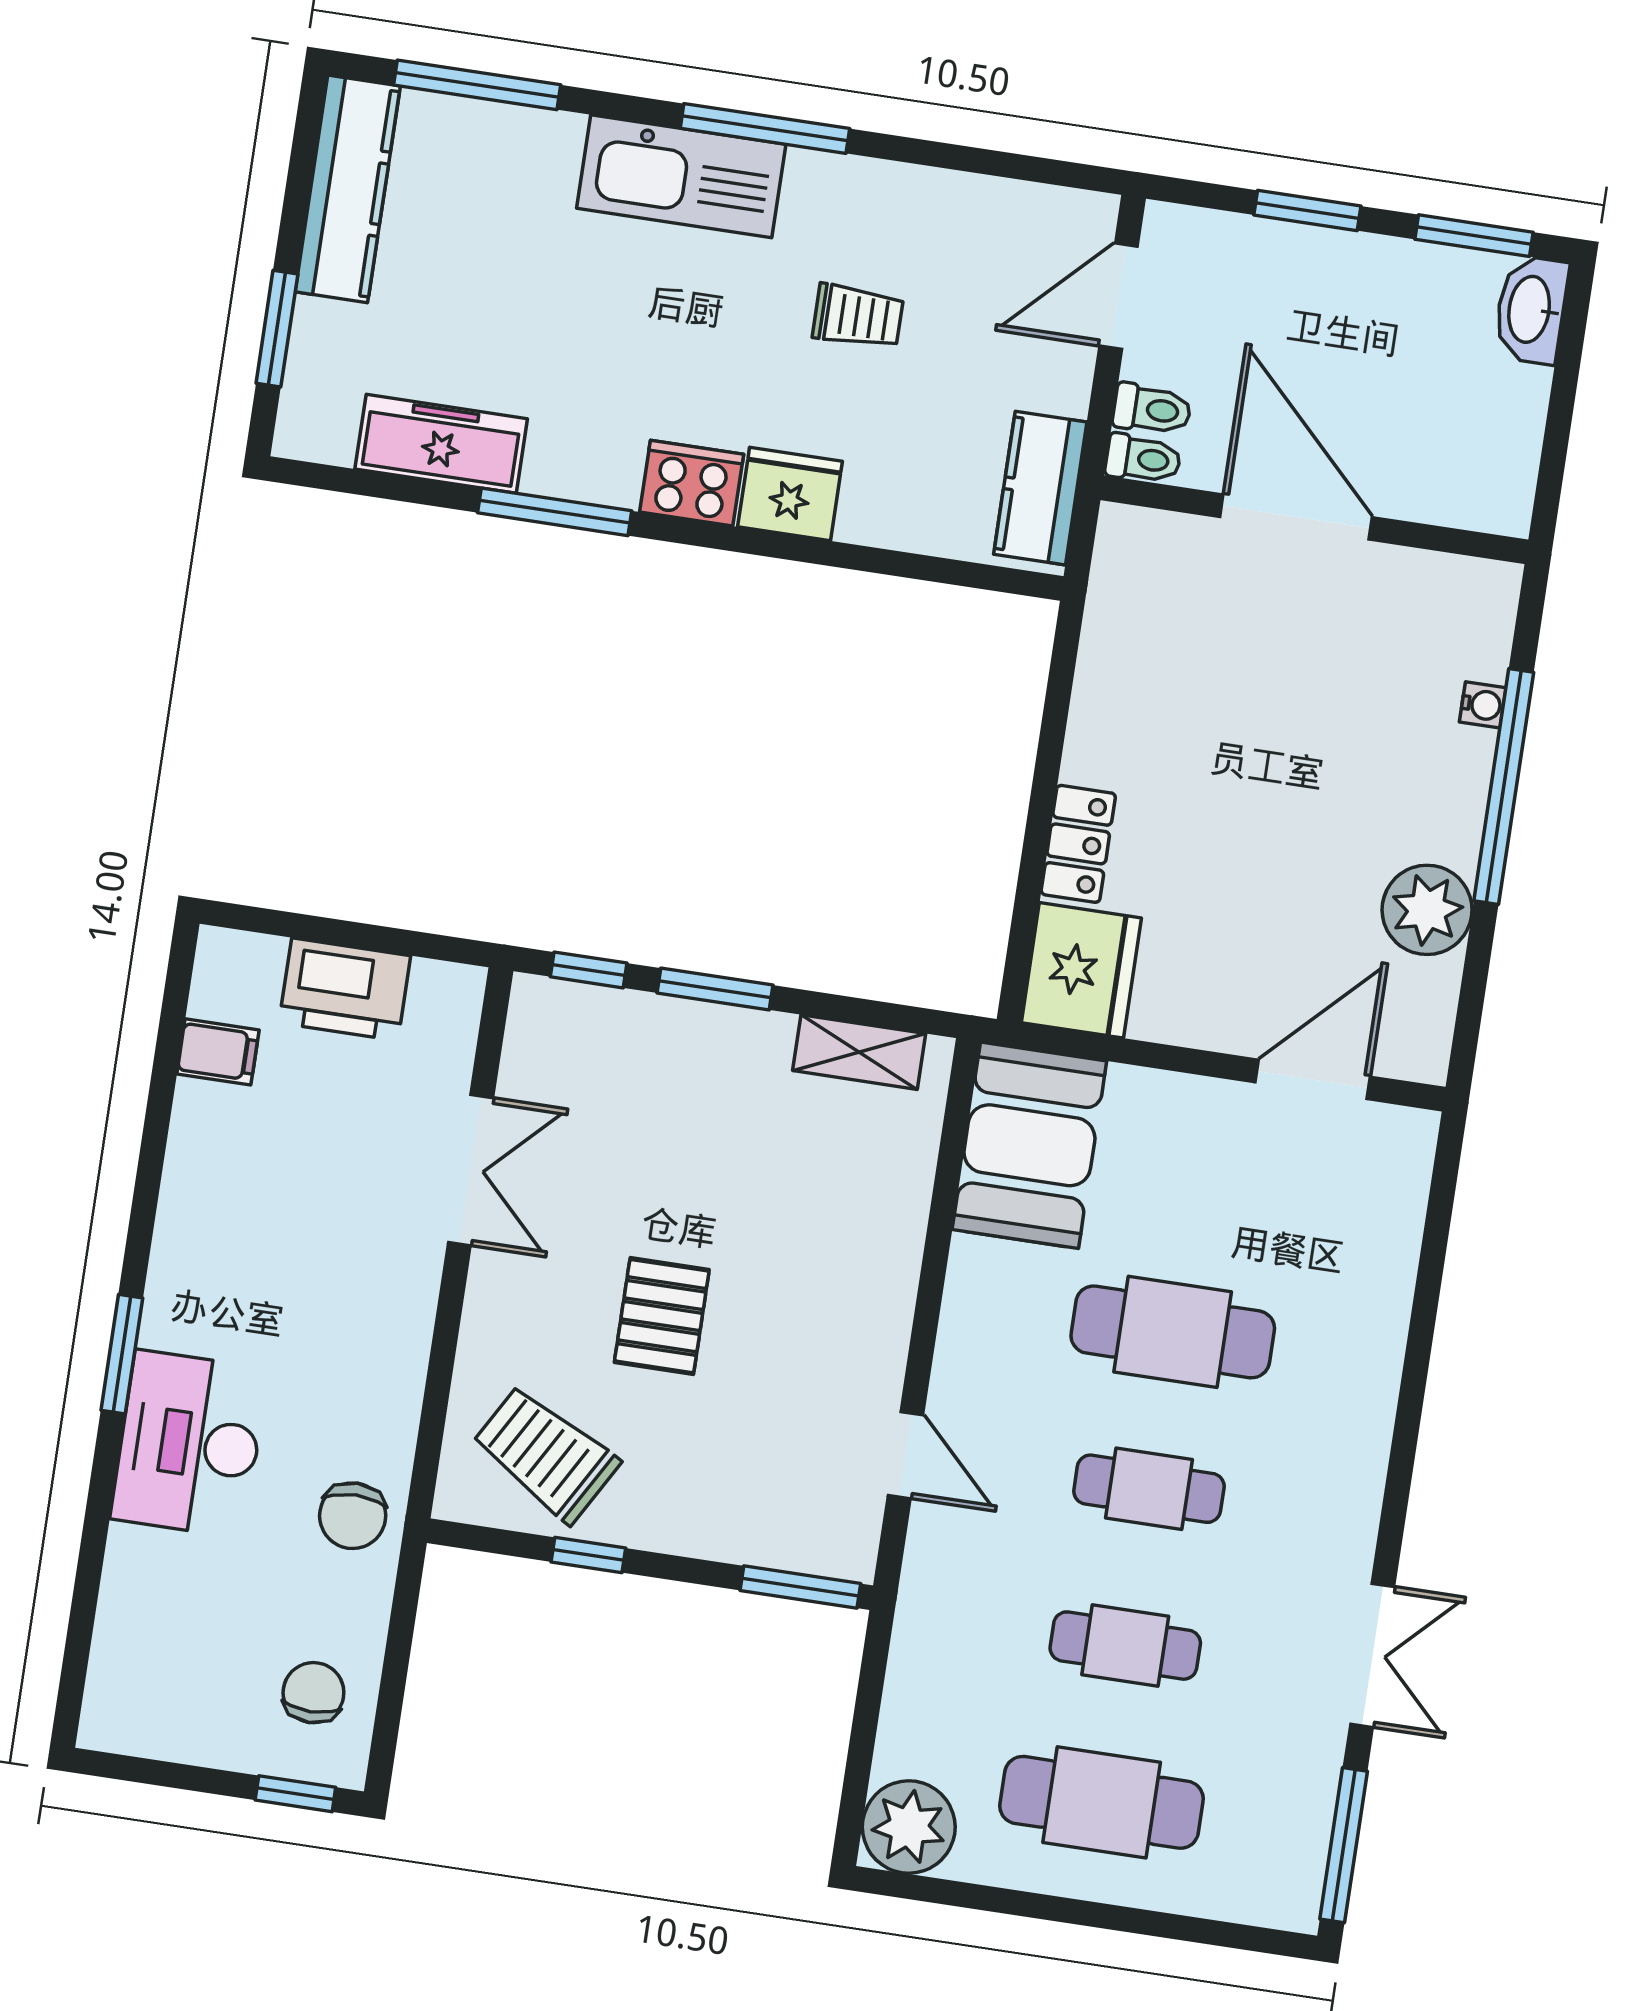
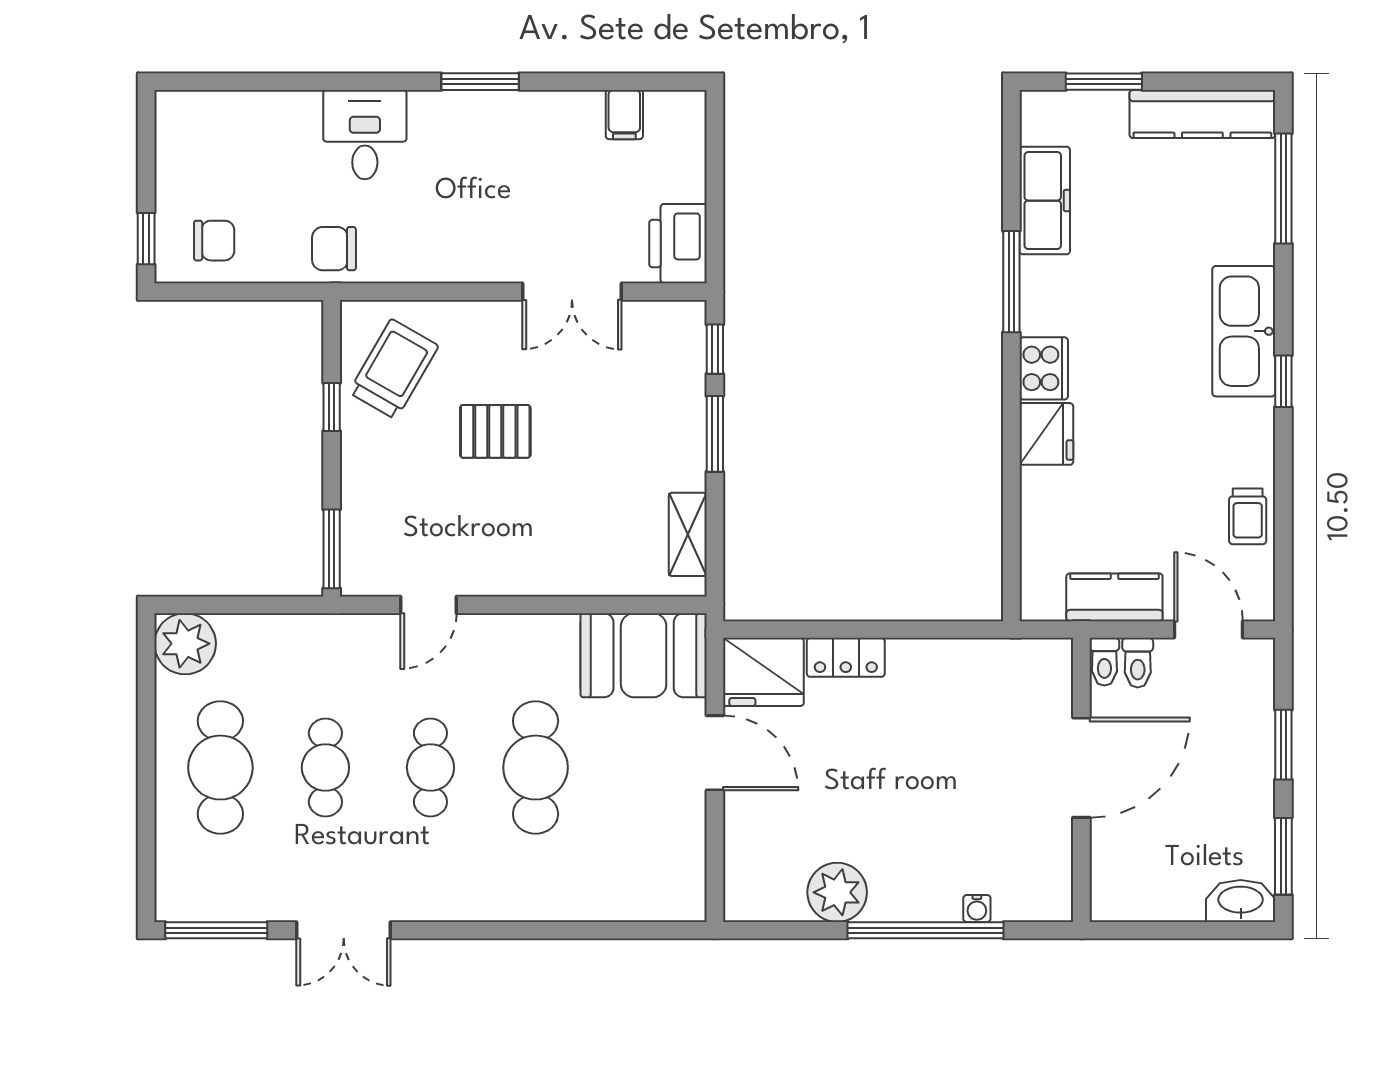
window: (765, 128) -> (1283, 381), width x0.46
trolley: (858, 316) -> (1248, 516), moved
kitchen counter: (1040, 488) -> (1114, 597), moved
printer: (345, 989) -> (678, 244), moved
door: (1313, 1079) -> (715, 753), moved
window: (122, 1354) -> (480, 82), moved
desk: (189, 1444) -> (365, 135), width x0.73

